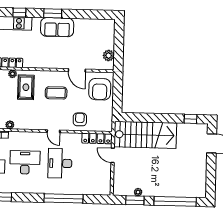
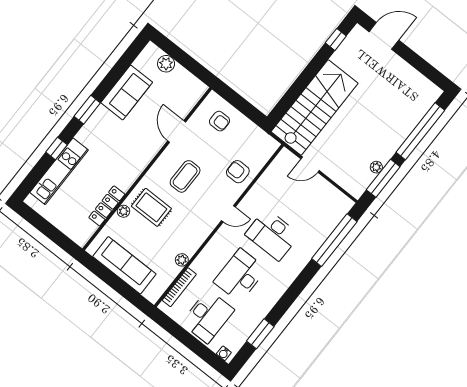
sofa: (57, 27) -> (127, 93), moved
plant: (109, 55) -> (166, 64), moved
door: (77, 70) -> (177, 132), swing flipped
armchair: (100, 89) -> (220, 121), width x0.53, depth x0.53
locker: (97, 138) -> (276, 169), removed
window: (64, 198) -> (334, 240), moved
window: (135, 200) -> (383, 178), width x1.44

